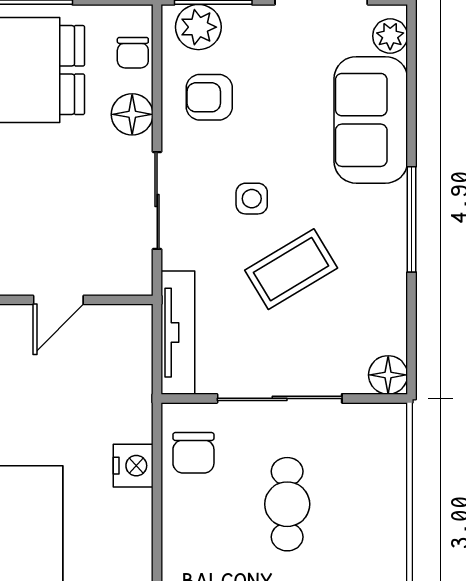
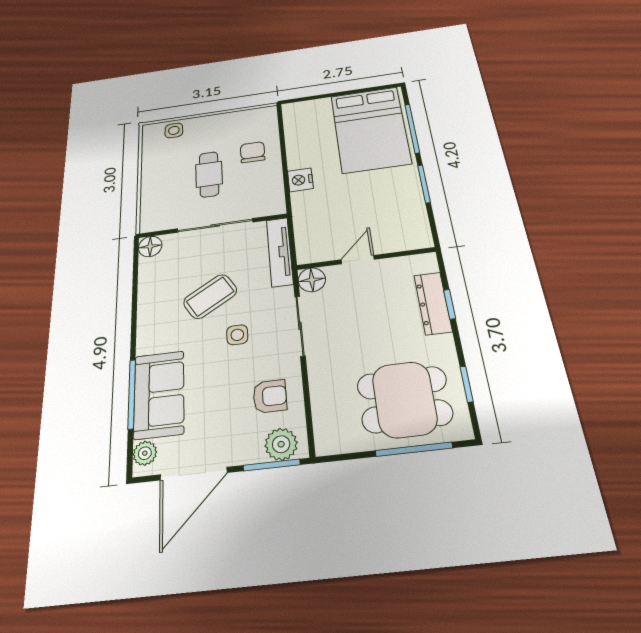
chair: (133, 53) -> (327, 421), removed
floor lamp: (132, 114) -> (312, 280), moved
window: (412, 219) -> (132, 394), moved
chair: (193, 453) -> (253, 152), moved

